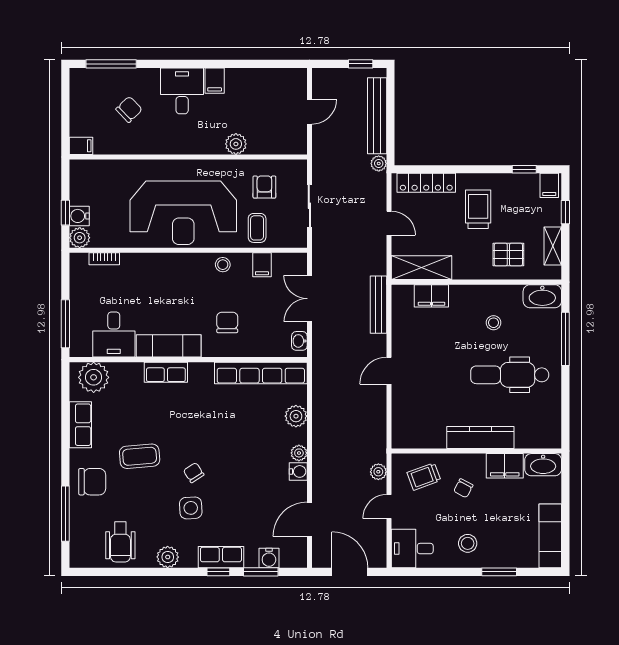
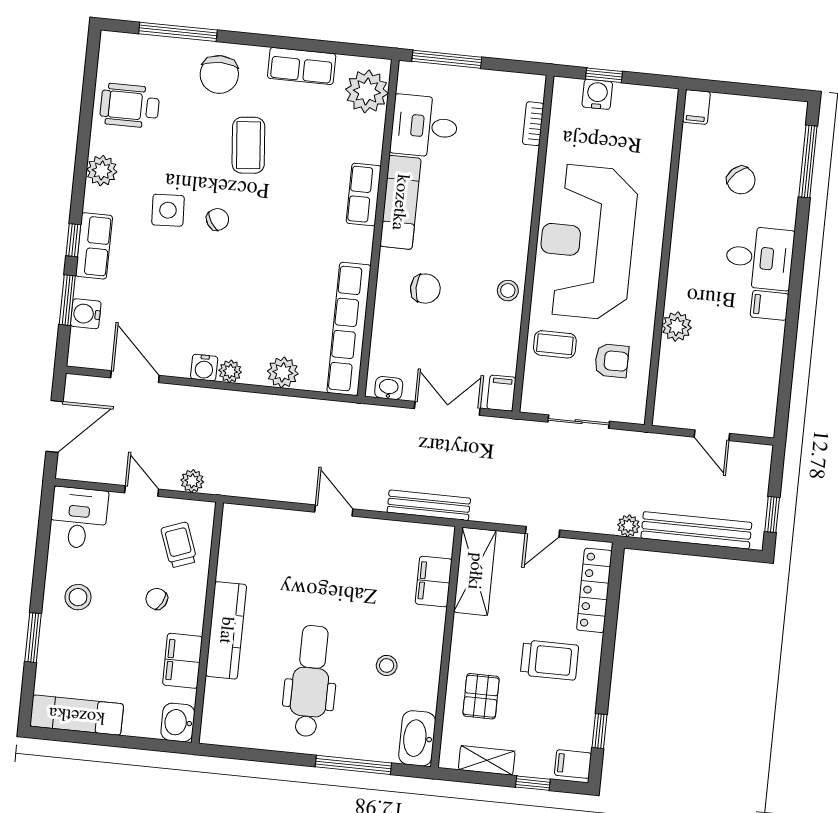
plant: (80, 238) -> (566, 92), removed
filing cabinet: (262, 265) -> (501, 393), moved, turned 90
washbasin: (543, 465) -> (178, 722), width x0.72

